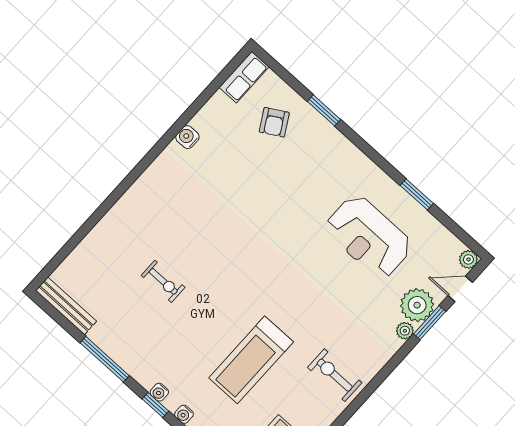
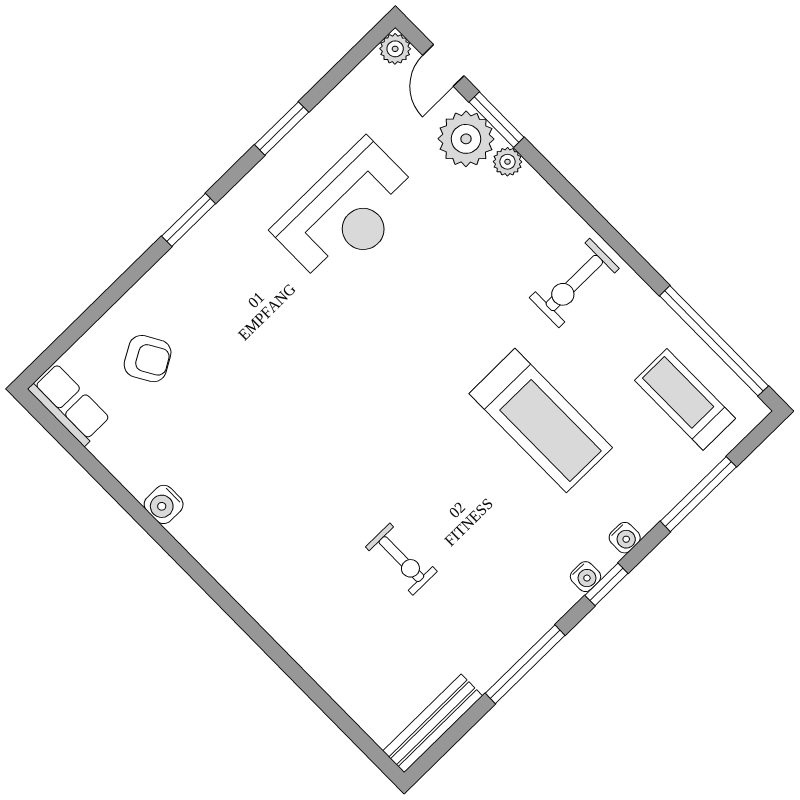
window: (324, 110) -> (189, 220), moved
exercise bike: (163, 281) -> (401, 559), turned 90

